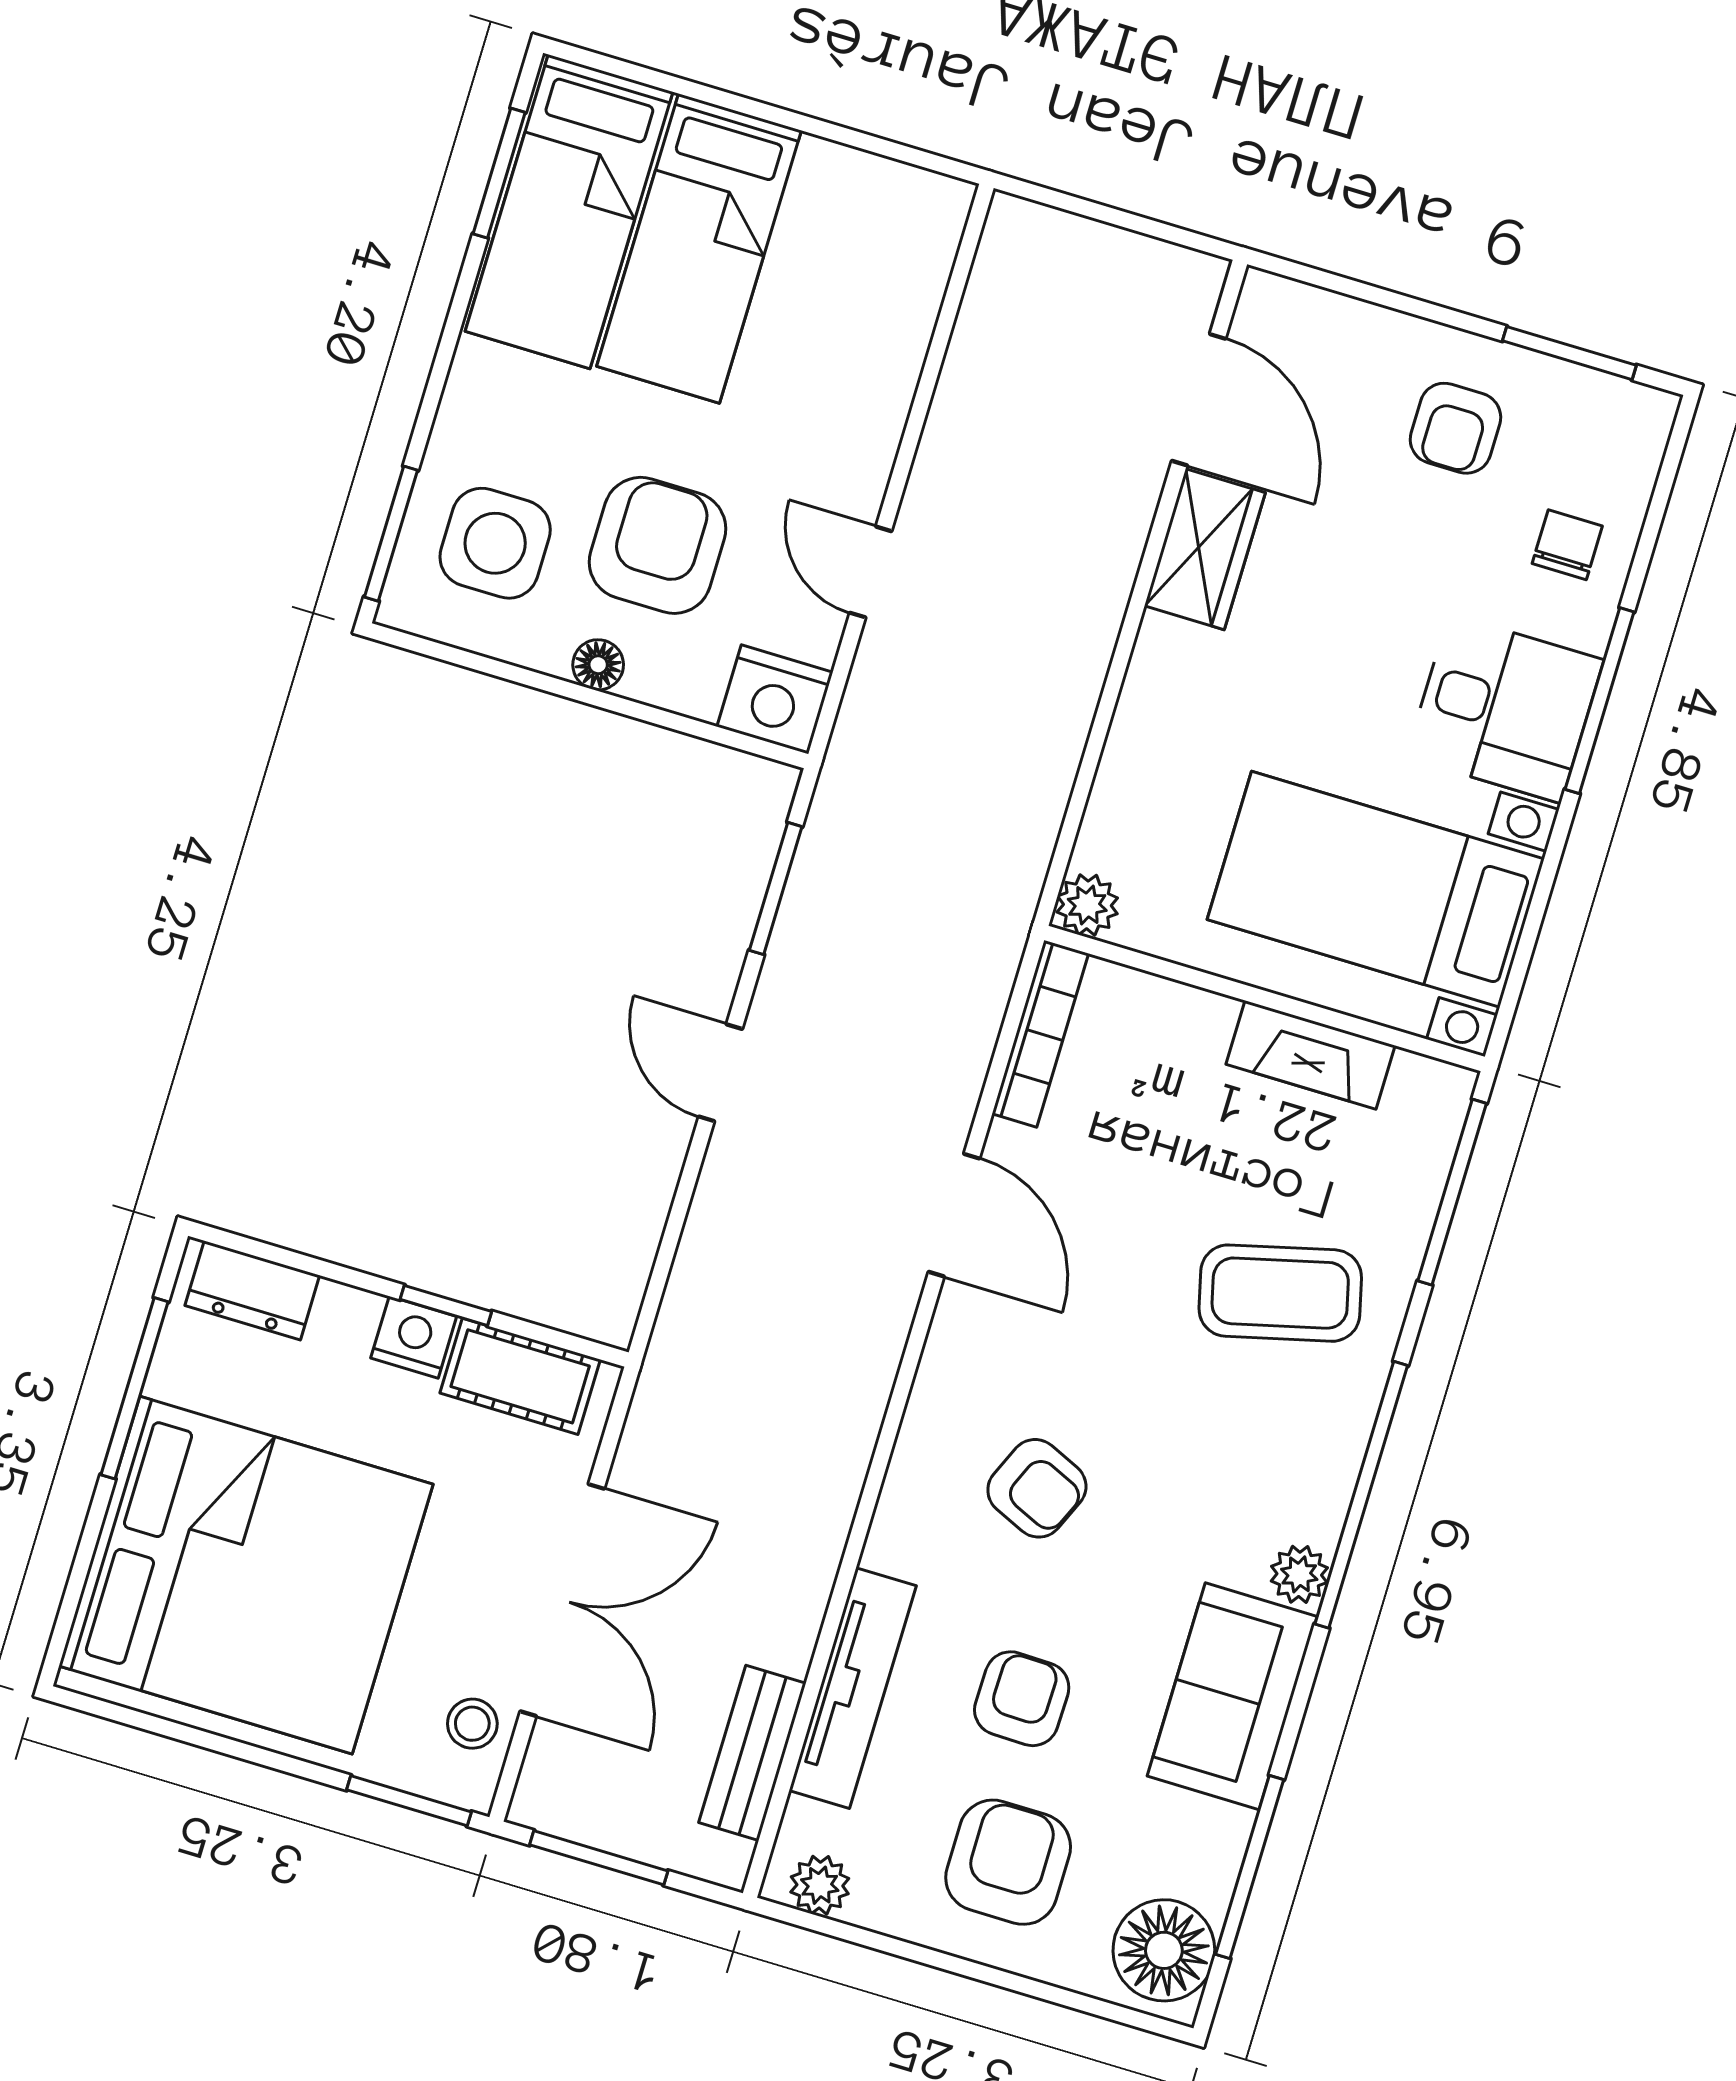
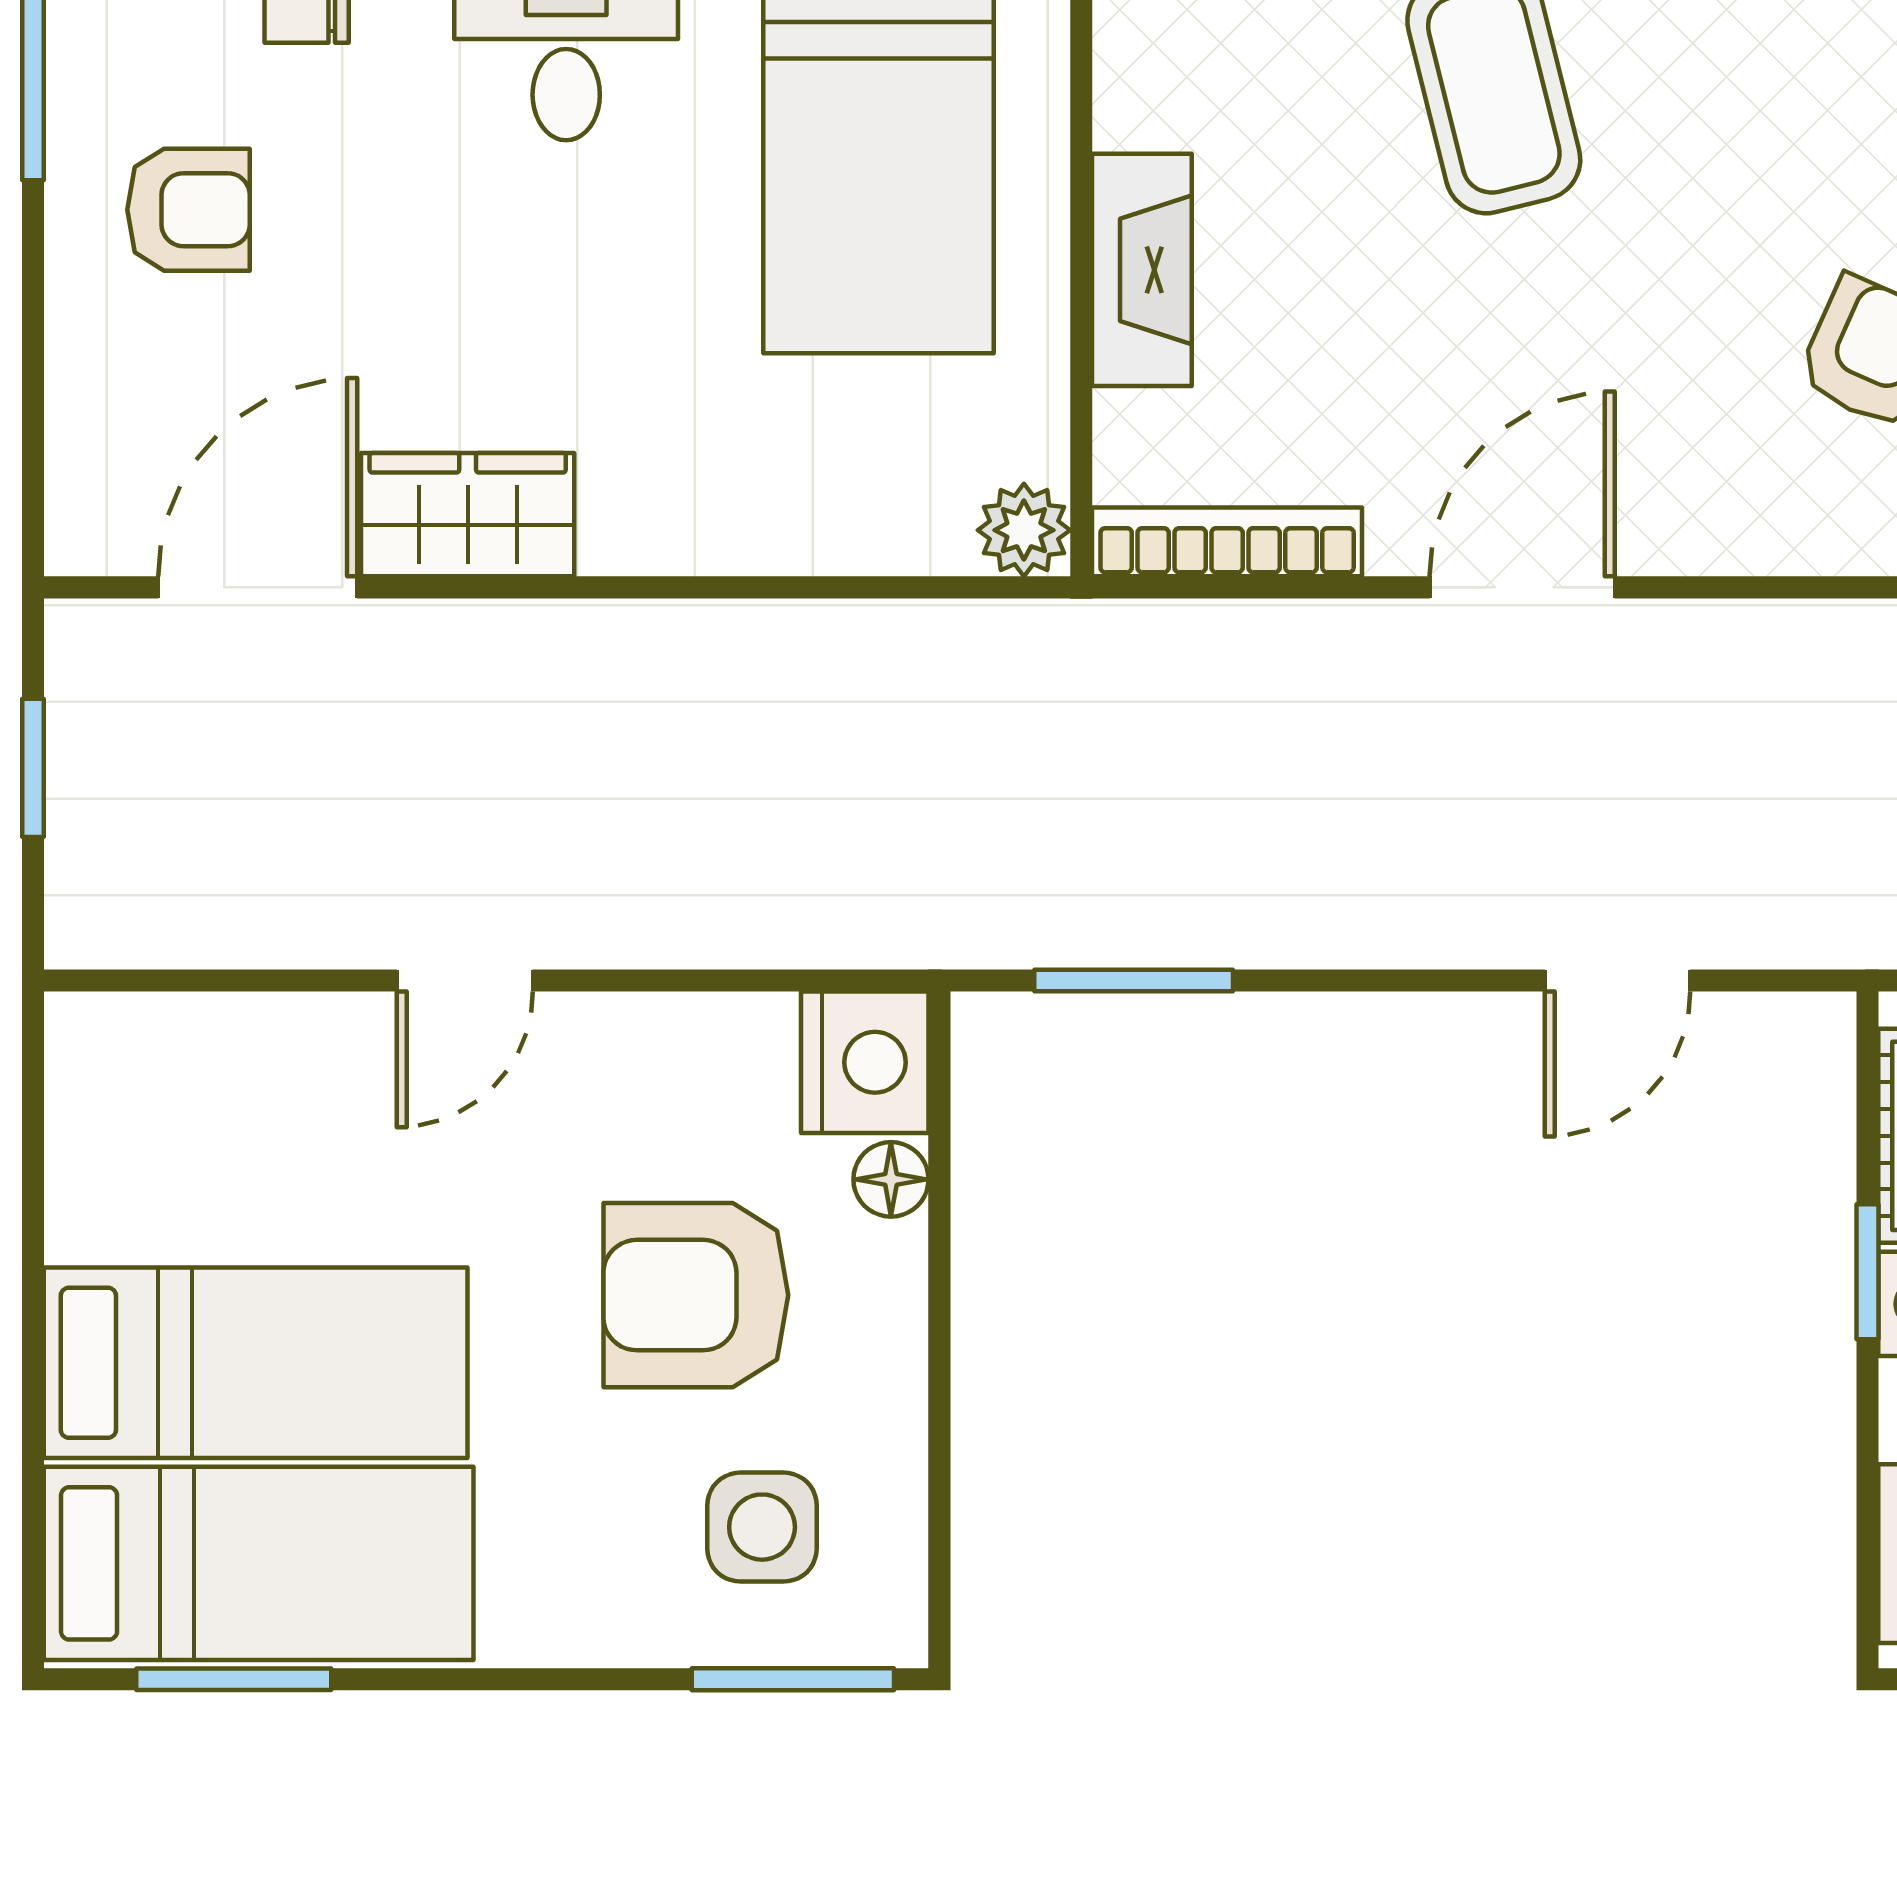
window: (1126, 220) -> (33, 768), added
side table: (495, 543) -> (762, 1527), width x0.73, depth x0.73
door: (871, 572) -> (465, 980), moved
floor lamp: (598, 665) -> (891, 1179), moved
fireplace: (1310, 1055) -> (1142, 270), moved
door: (720, 1073) -> (1617, 980), moved

